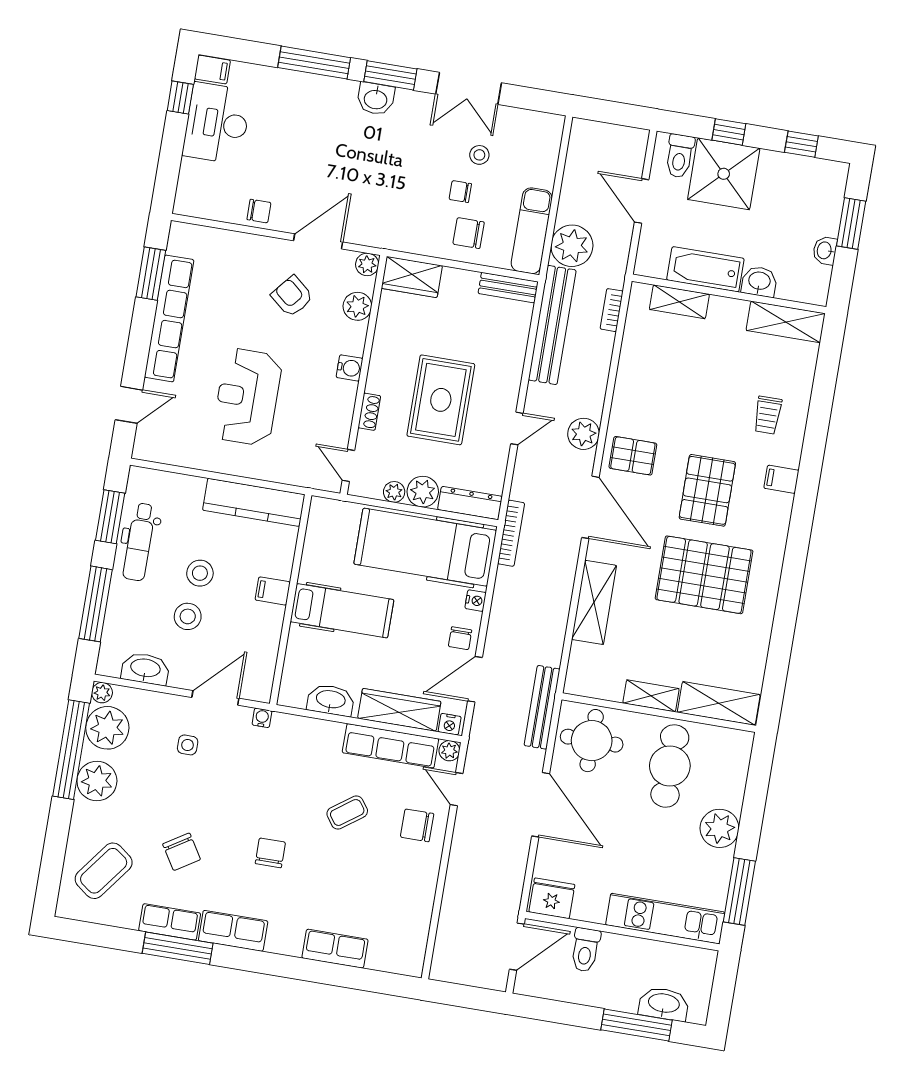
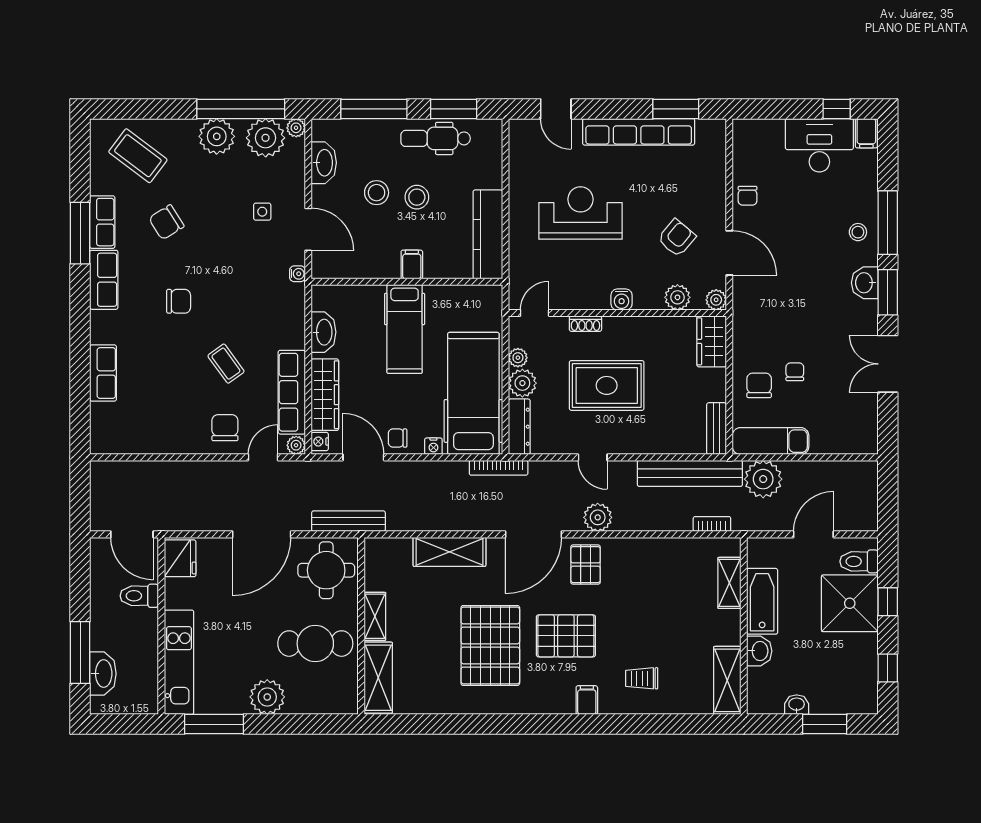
stool: (479, 155) -> (858, 232), moved

